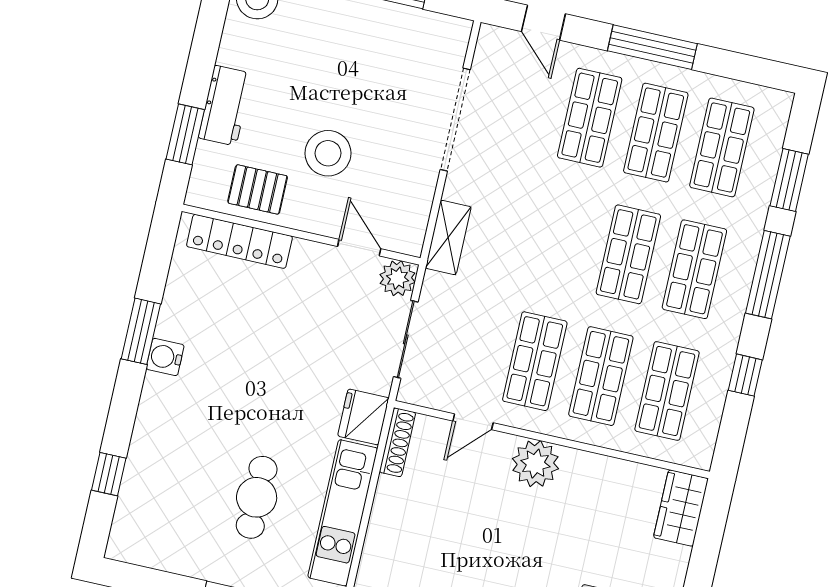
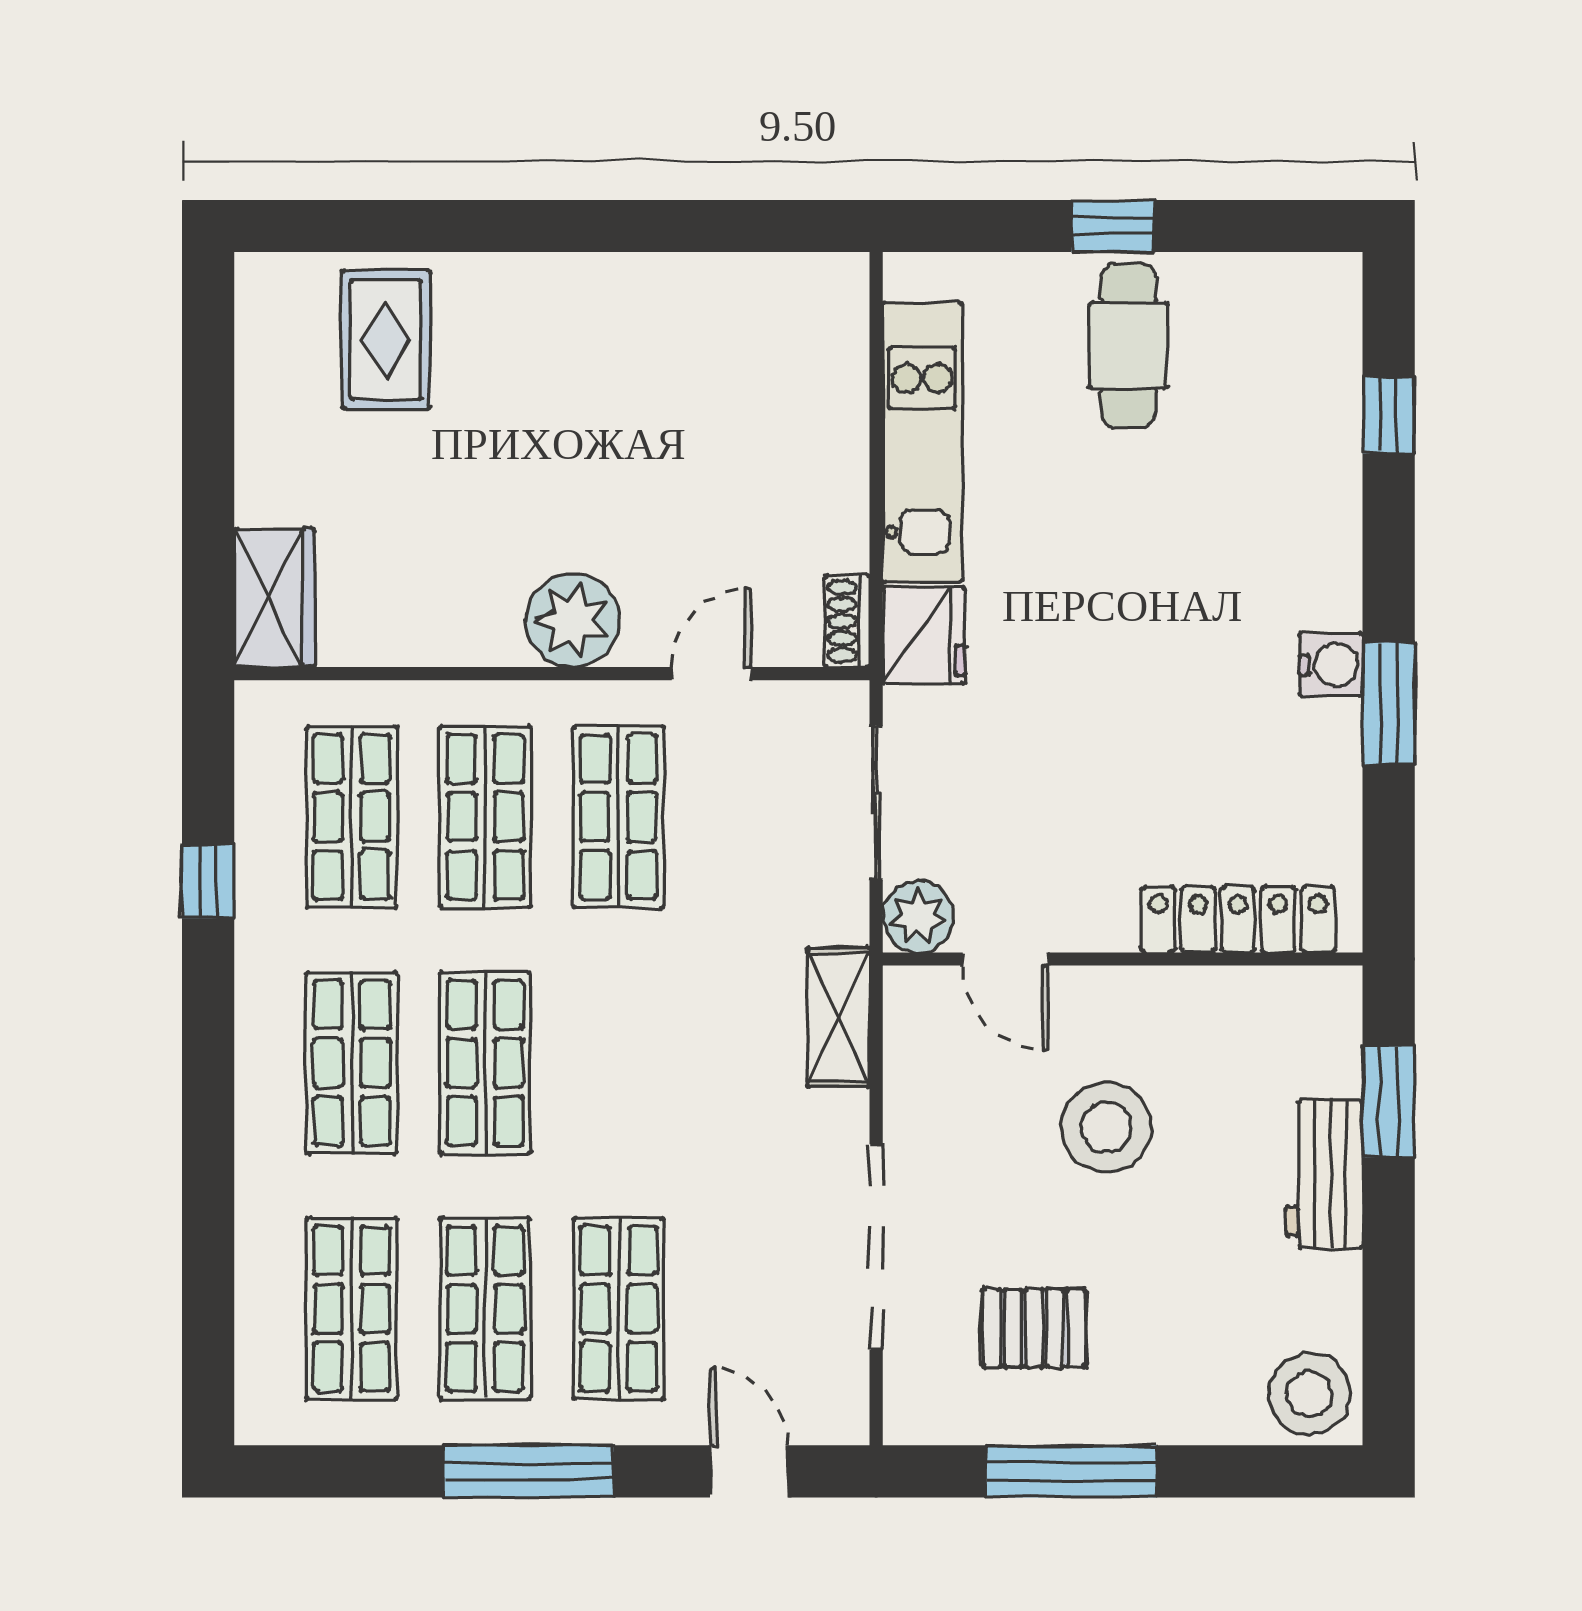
window: (789, 180) -> (208, 1275), removed
pallet: (258, 189) -> (1034, 1328), moved
window: (768, 275) -> (208, 1084), removed
shoe rack: (397, 442) -> (847, 621), width x0.70
cafe table: (257, 497) -> (1128, 345), moved

